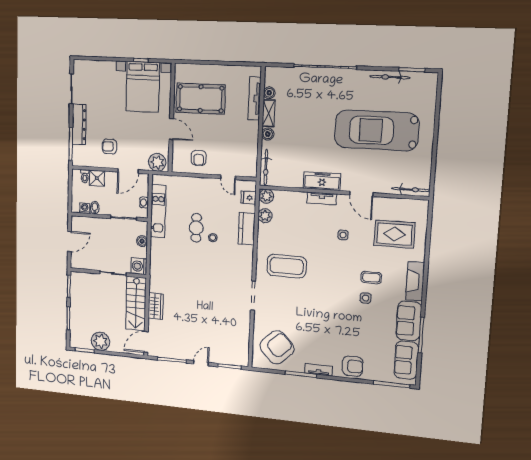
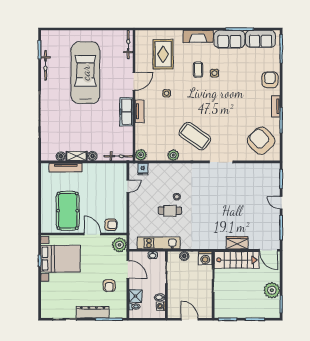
door: (171, 129) -> (92, 234), hinge flipped
car: (376, 130) -> (85, 73), turned 180
armchair: (199, 158) -> (111, 225), moved
plant: (265, 216) -> (173, 155), moved
kitchen counter: (247, 229) -> (168, 170), removed
coffee table: (287, 266) -> (195, 136), turned -55

